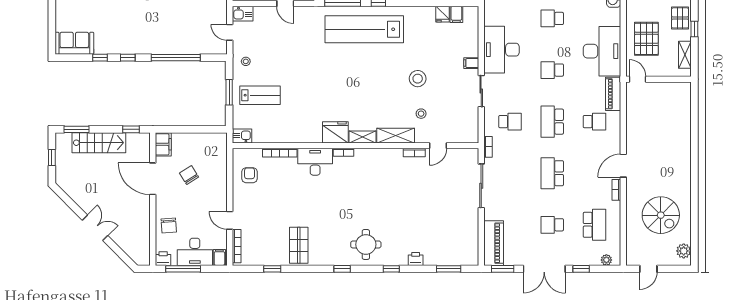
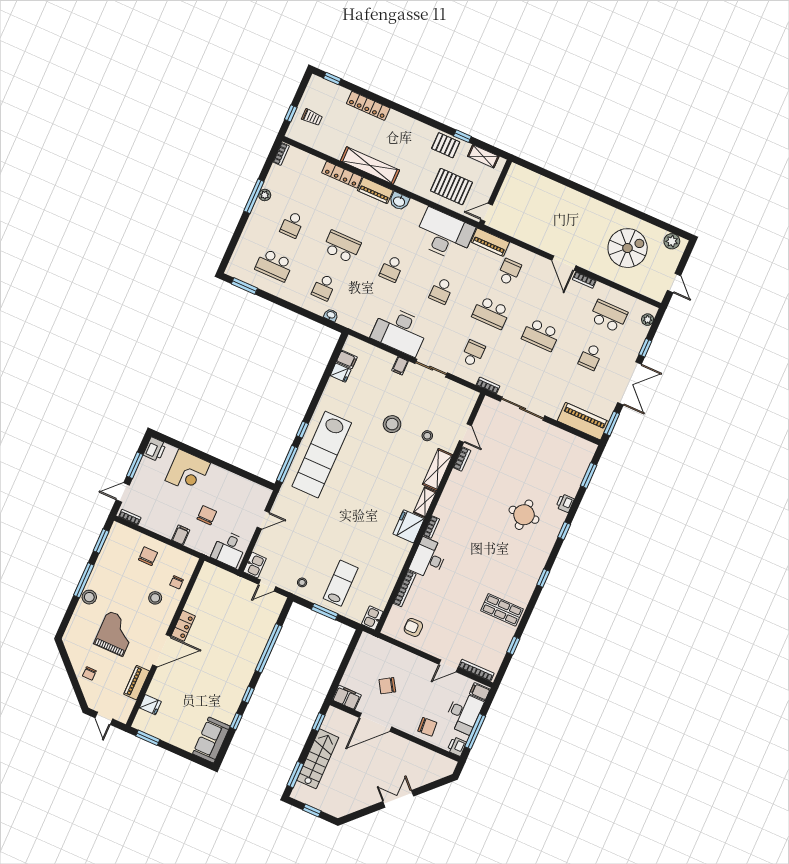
round table: (366, 244) -> (524, 515), moved

